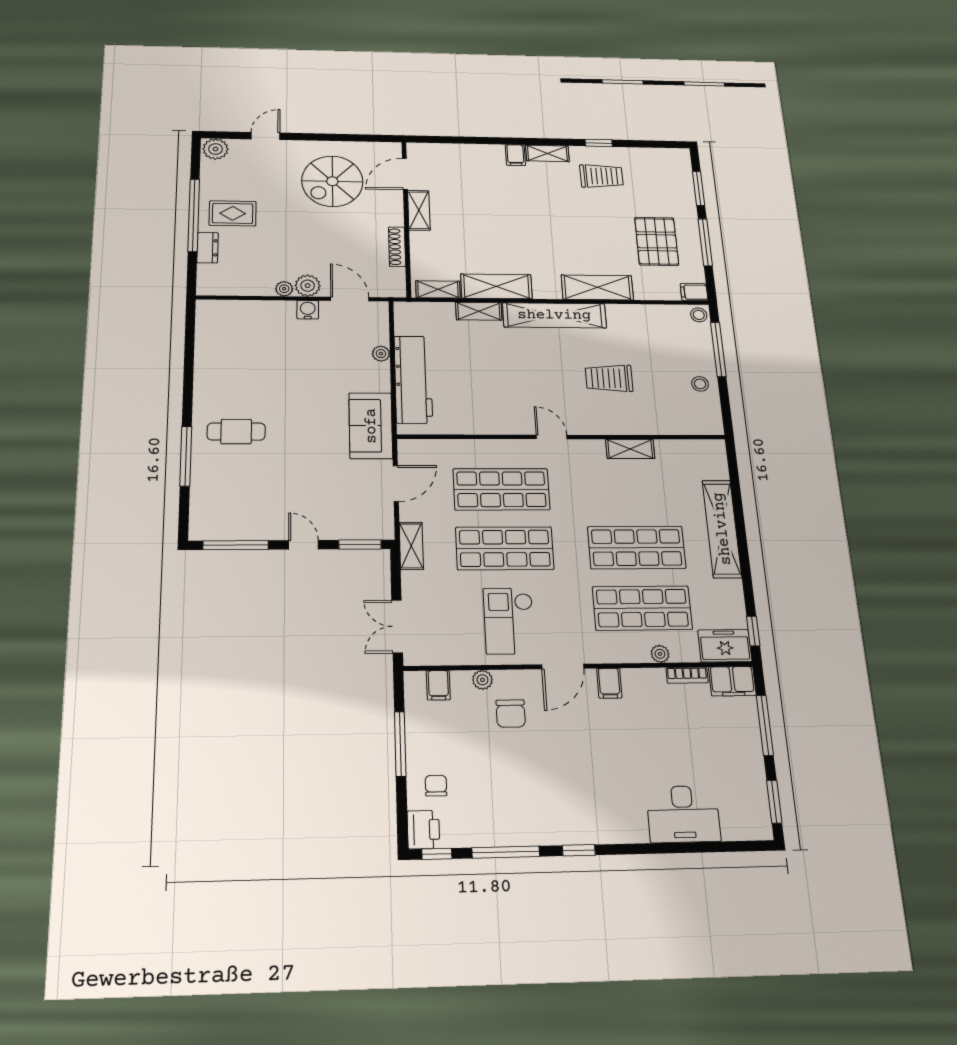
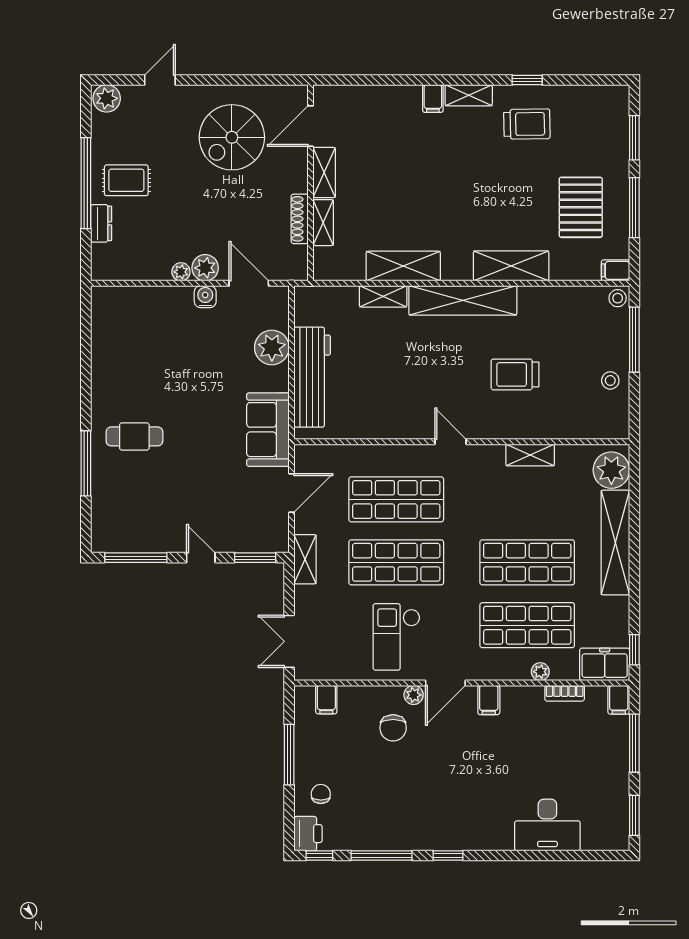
shelving: (438, 289) -> (323, 223), moved, turned 90
plant: (381, 354) -> (272, 347), width x1.87, depth x1.87
plant: (710, 462) -> (611, 470), added
plant: (482, 680) -> (414, 695), moved
filing cabinet: (732, 681) -> (619, 700), width x0.50

